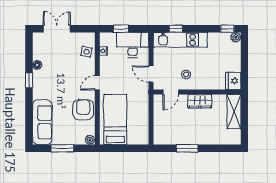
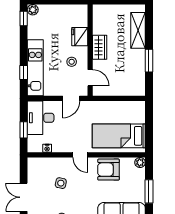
side table: (86, 52) -> (61, 183), moved
fridge: (233, 81) -> (80, 37), moved, turned 90
shelving: (234, 112) -> (138, 30), moved, turned 90

